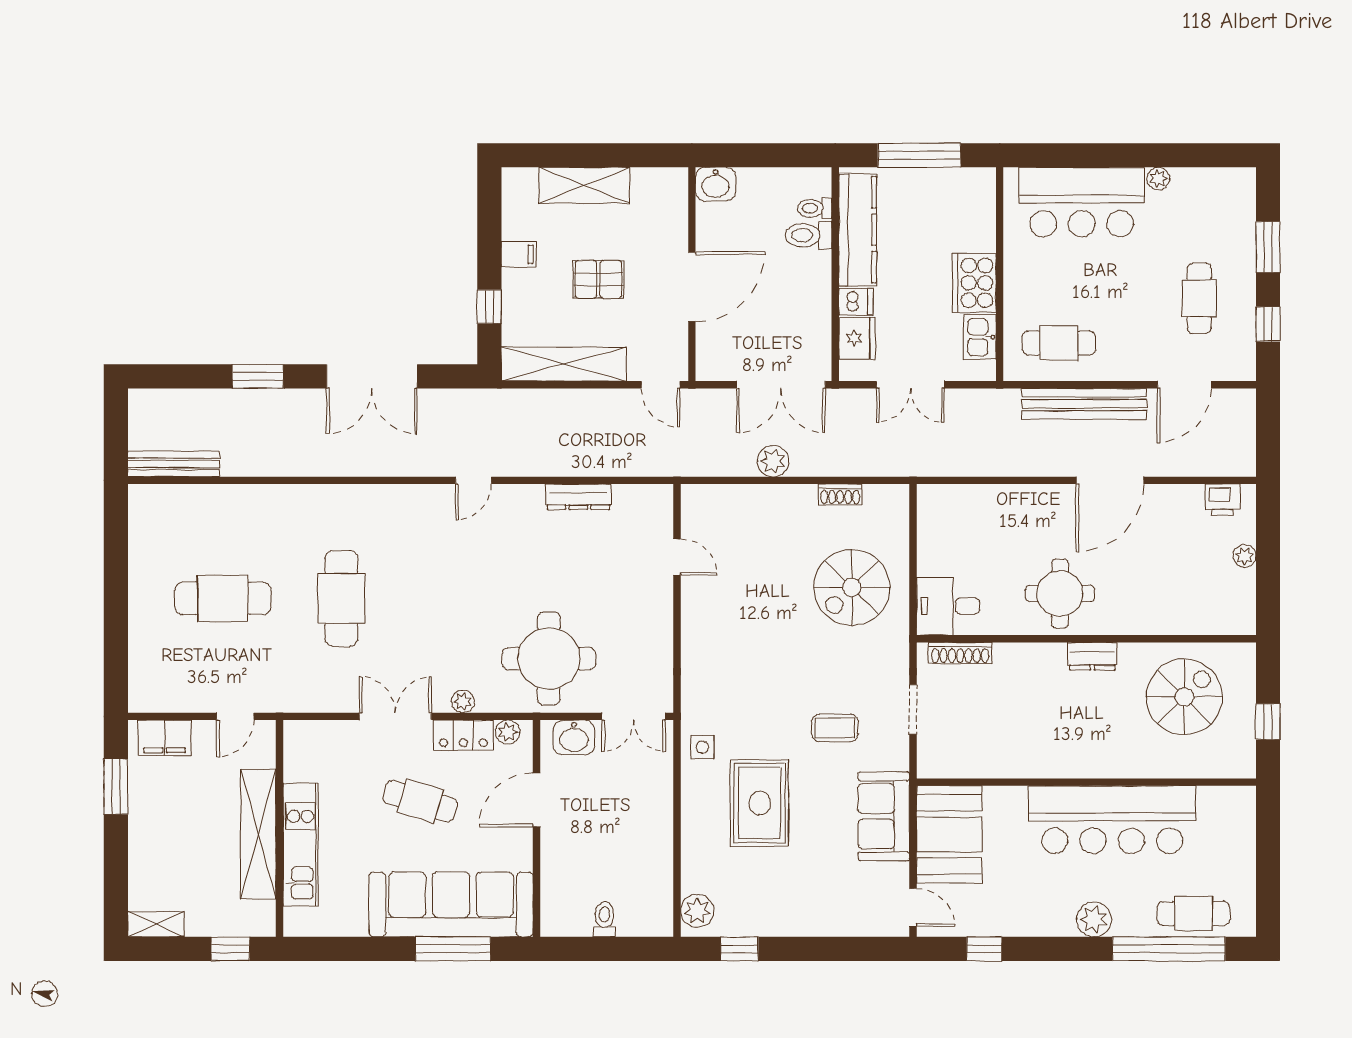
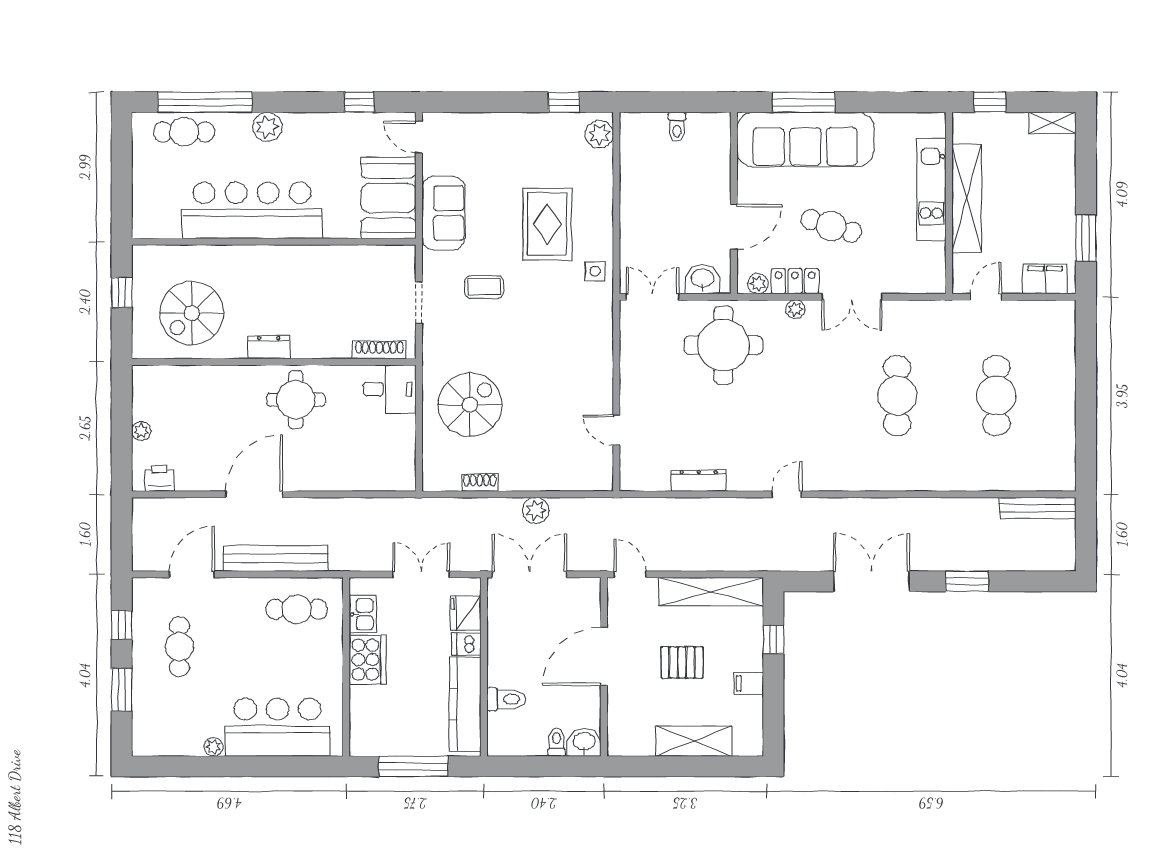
toilet: (815, 208) -> (557, 742), moved, turned -90
cafe table: (223, 598) -> (996, 396), turned 90

